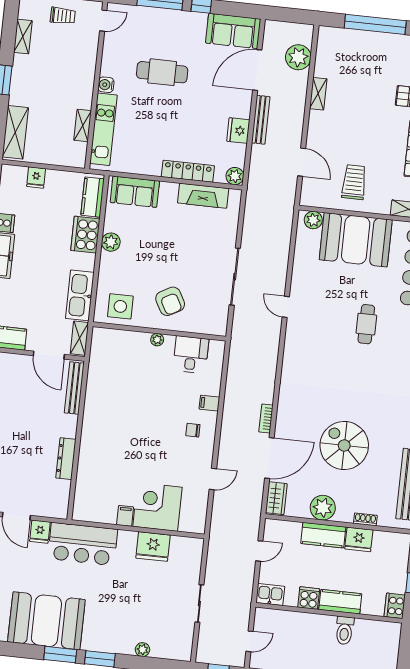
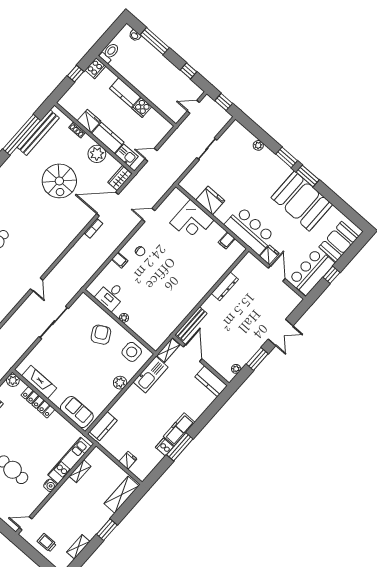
cooker: (85, 235) -> (123, 407), removed
plant: (111, 242) -> (120, 383), moved
filing cabinet: (125, 516) -> (227, 241), moved
kitchen sink: (270, 595) -> (127, 155), moved, turned 180
toilet: (345, 630) -> (110, 53), moved

